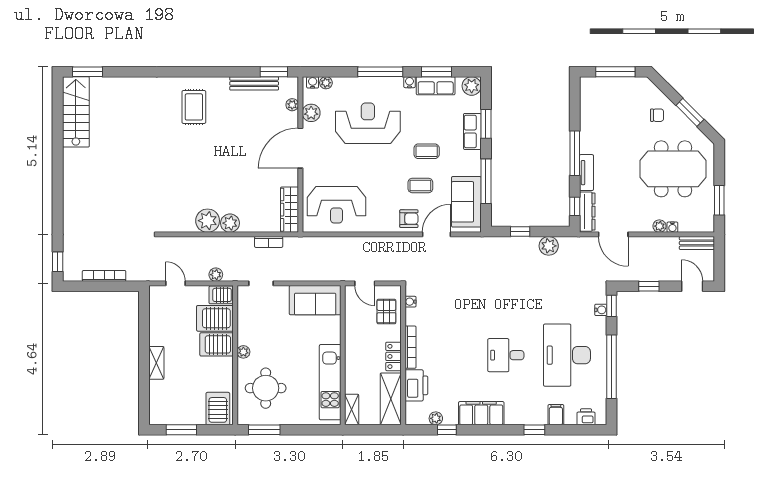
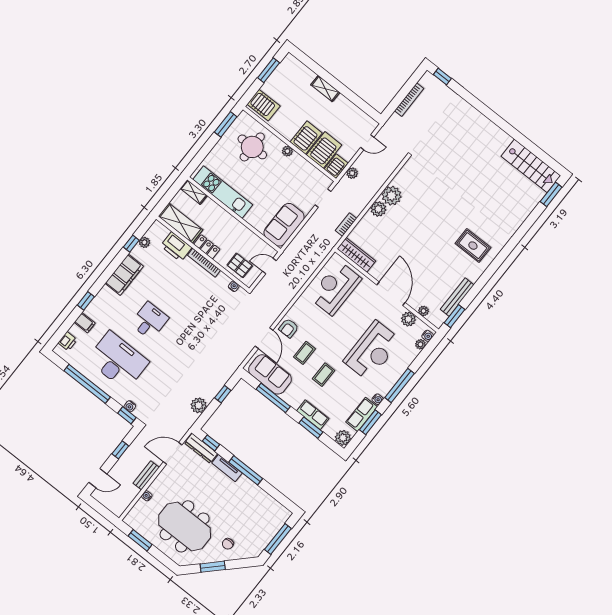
meeting table: (673, 169) -> (185, 526), turned 90
plant: (659, 226) -> (154, 488), removed
bench: (697, 243) -> (146, 475), moved

